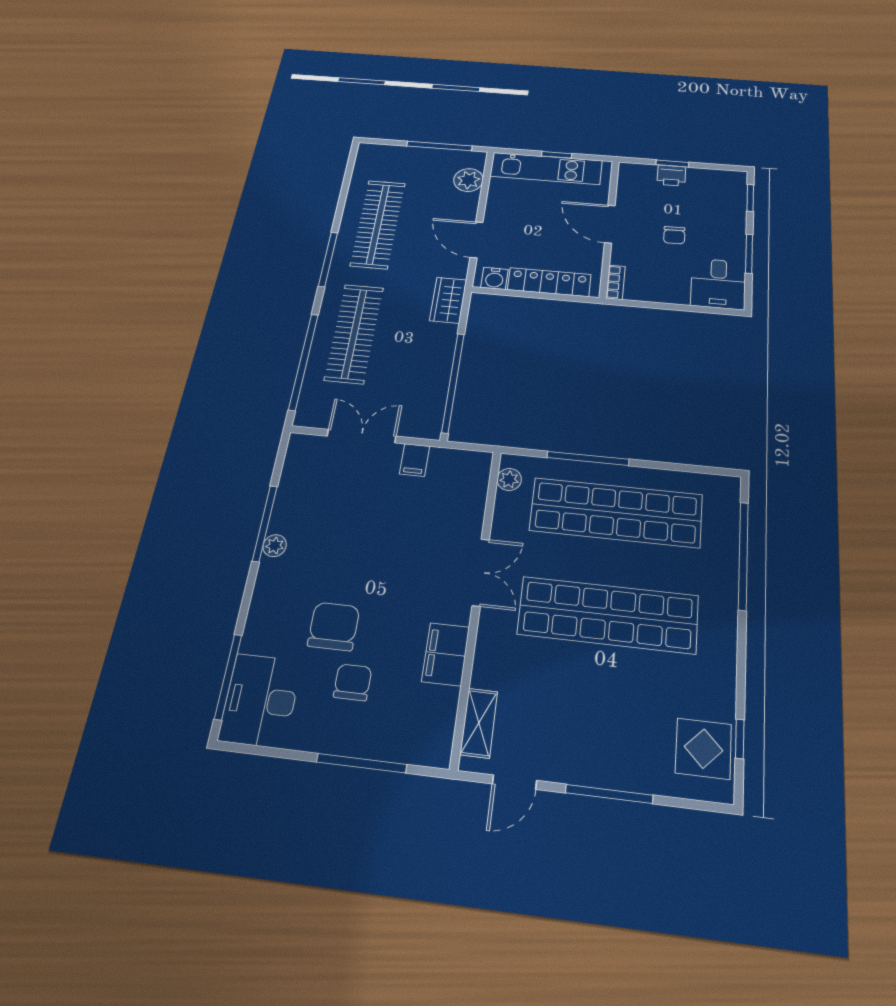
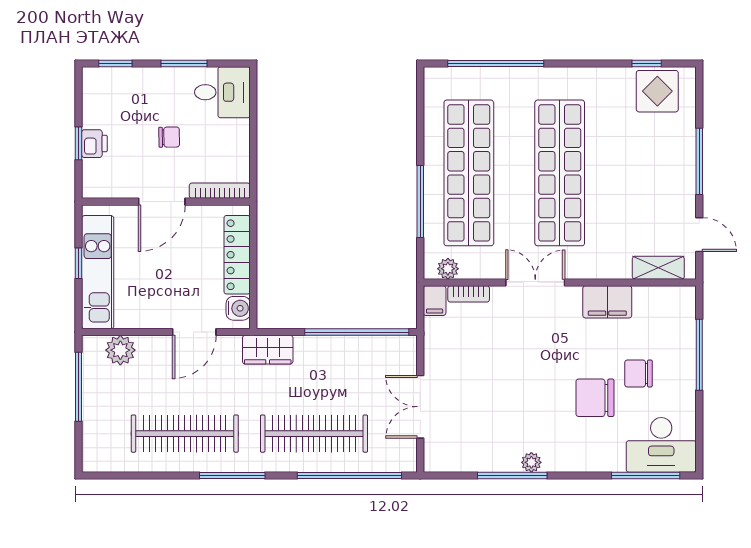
bookcase: (616, 282) -> (220, 191), width x1.56
filing cabinet: (415, 460) -> (435, 301), moved, turned 90
bookcase: (478, 498) -> (469, 294), added

